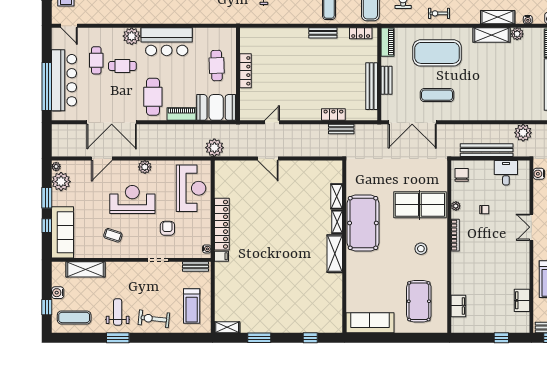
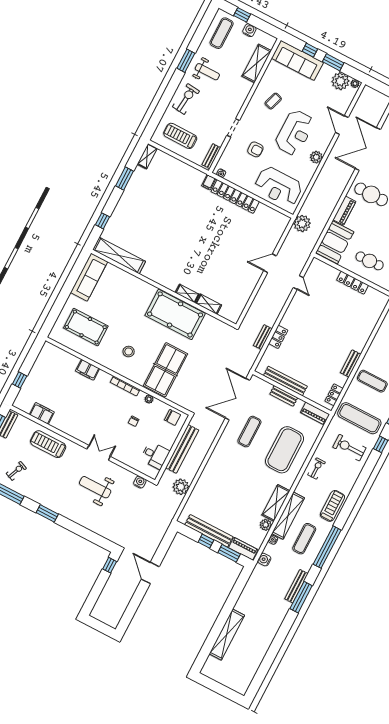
shelving: (498, 17) -> (288, 516), width x1.47
shelving: (335, 254) -> (119, 256), moved, width x1.47
filing cabinet: (458, 306) -> (88, 370), moved

